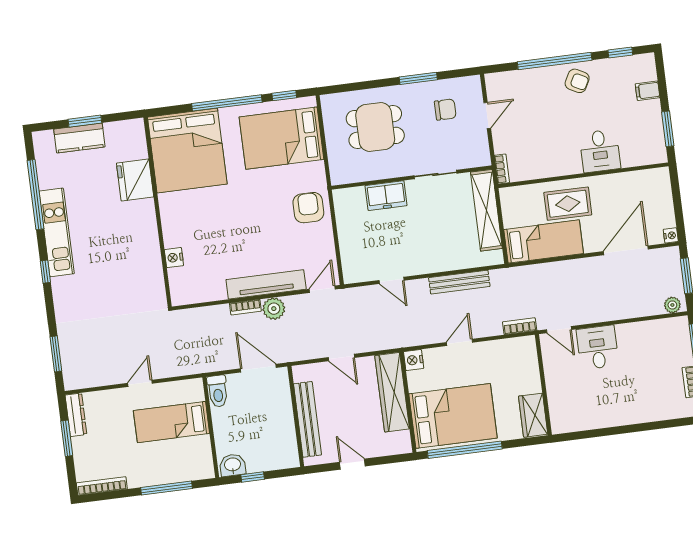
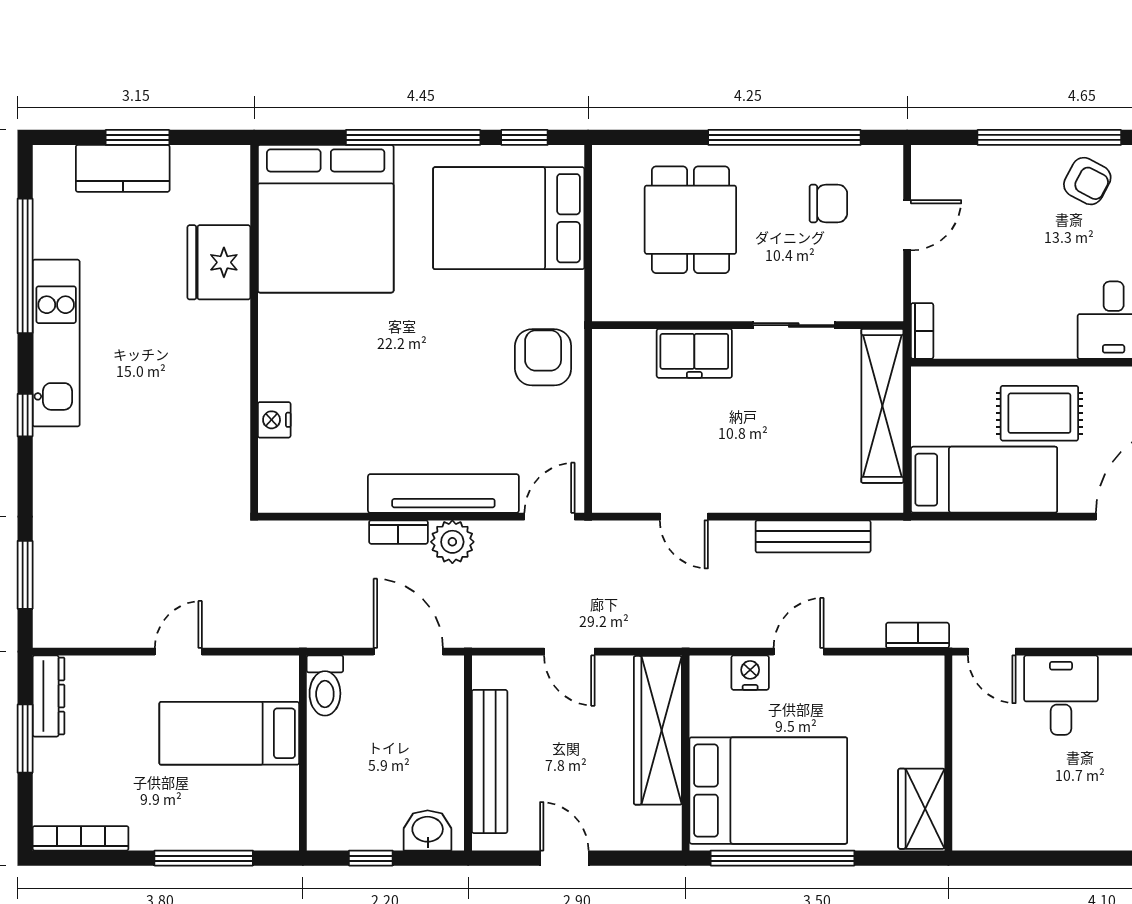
window: (418, 78) -> (784, 137), width x2.11
dining table: (375, 127) -> (690, 220), turned 90
nightstand: (414, 360) -> (750, 673), moved, turned 90
washbasin: (233, 465) -> (428, 830), moved

